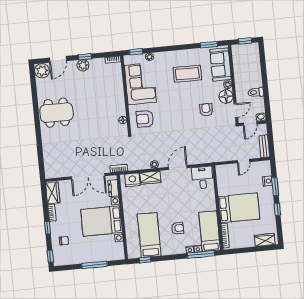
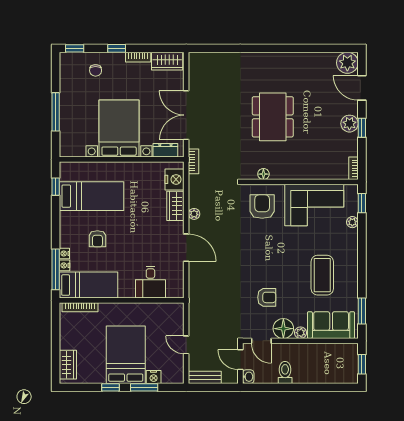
dining table: (56, 113) -> (273, 117), moved
desk: (202, 178) -> (150, 282), moved, turned 90
bed: (239, 208) -> (126, 355), moved, turned 180

